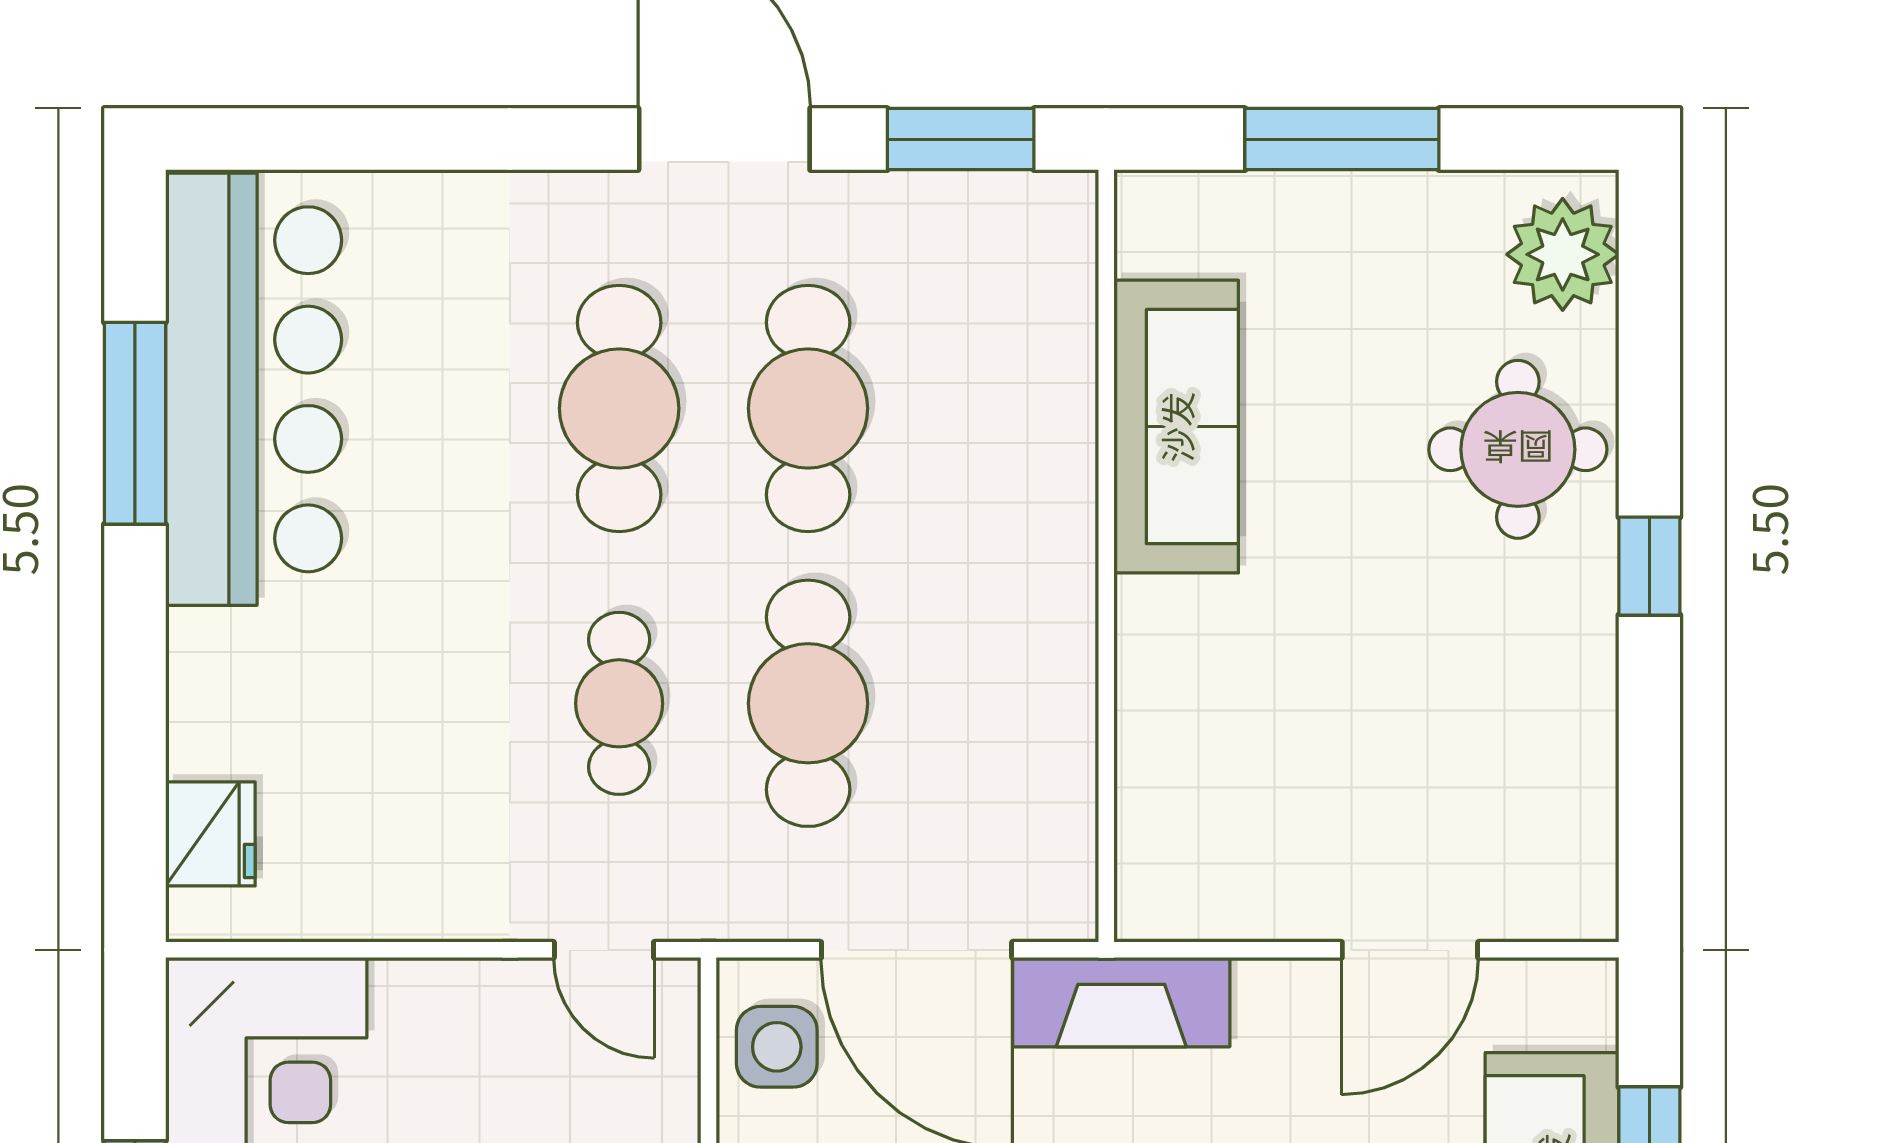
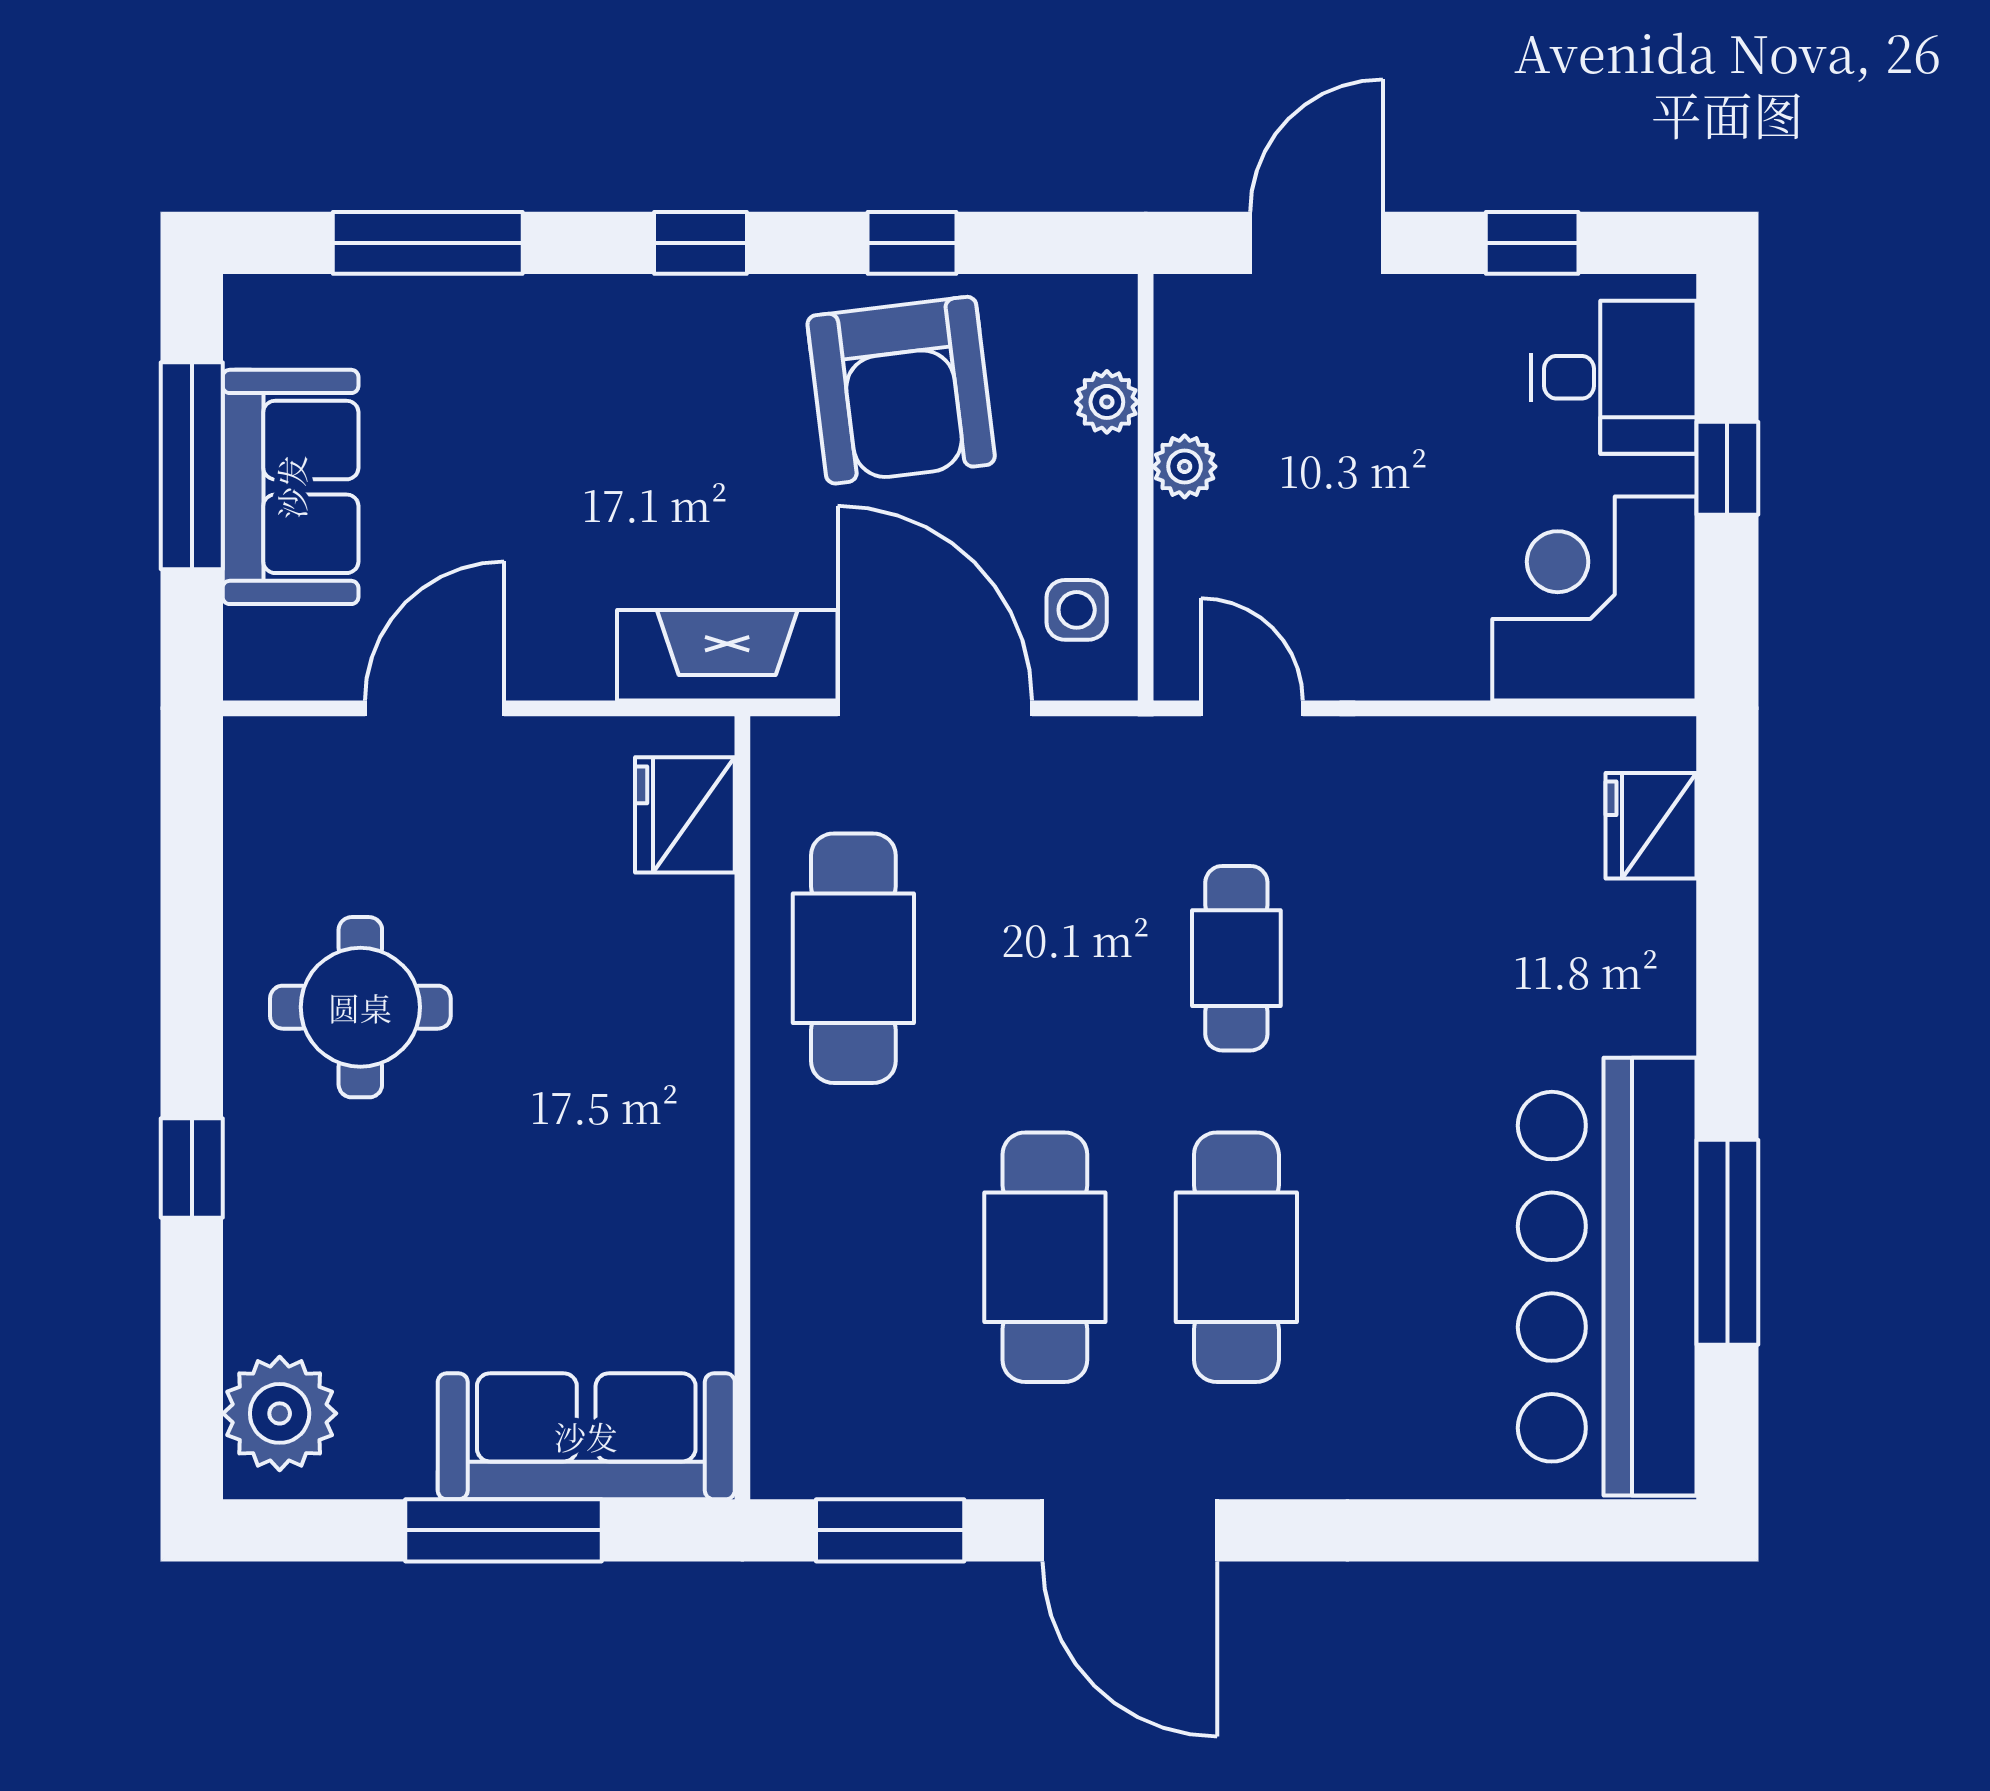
sofa: (1176, 427) -> (586, 1436), moved, turned 90
round table: (1518, 449) -> (360, 1007), moved
window: (1649, 566) -> (192, 1168), moved
cafe table: (808, 703) -> (853, 958), moved
fridge: (1163, 845) -> (685, 815), added
side table: (777, 1047) -> (1077, 610), width x0.73, depth x0.73

